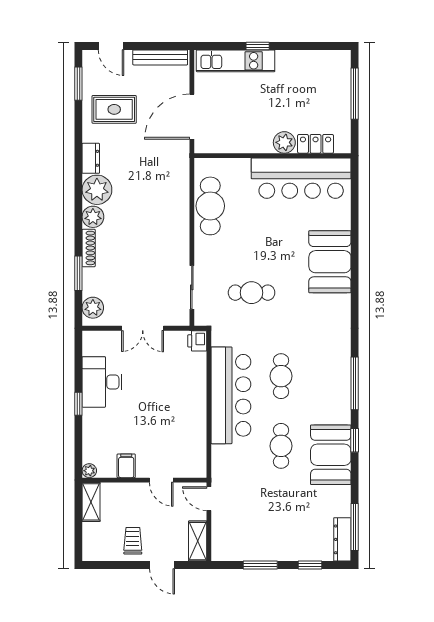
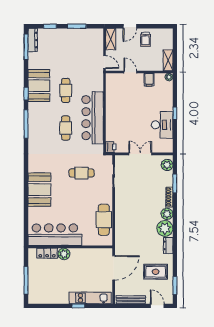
door: (162, 565) -> (130, 26), swing flipped

